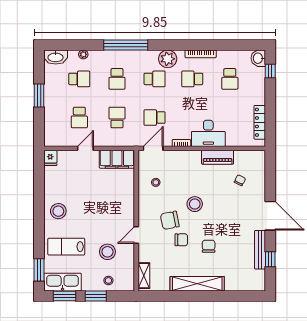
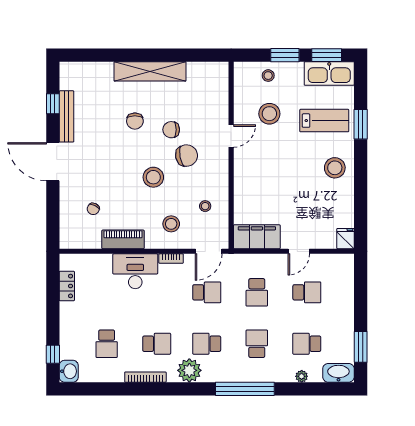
school desk: (230, 79) -> (107, 344), turned 180
window: (39, 96) -> (361, 347), moved
school desk: (79, 118) -> (307, 292), turned 90
locker: (260, 122) -> (67, 286), width x0.66
stool: (181, 169) -> (171, 224), added
window: (39, 270) -> (361, 124), moved
shelving: (144, 276) -> (221, 82), removed

